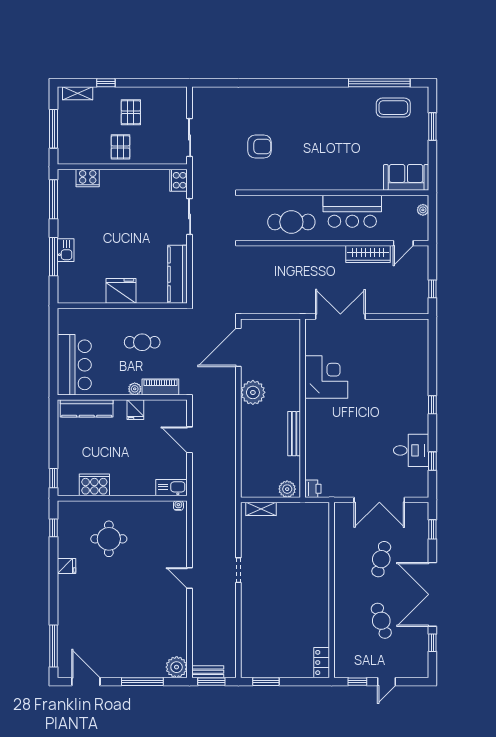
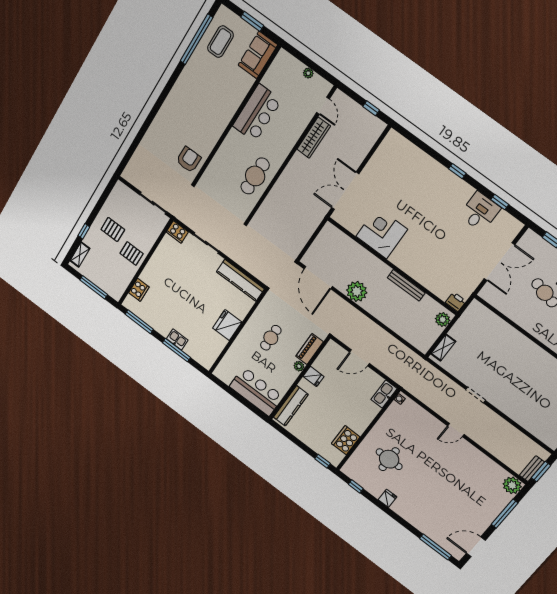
sofa: (406, 177) -> (258, 55), moved
wall: (335, 193) -> (236, 116), moved
bar counter: (352, 211) -> (257, 113), moved

